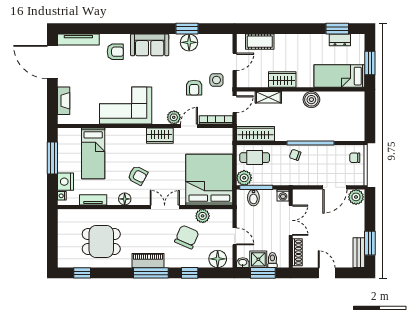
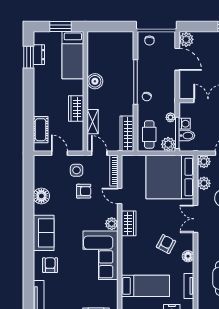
window: (187, 29) -> (28, 198), removed
plant: (174, 117) -> (112, 224), moved
plant: (273, 180) -> (170, 117), added
washing machine: (283, 195) -> (185, 124), moved
plant: (226, 216) -> (204, 162), added

